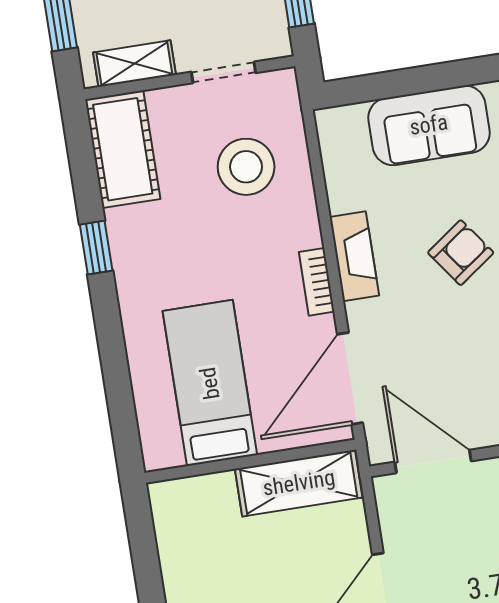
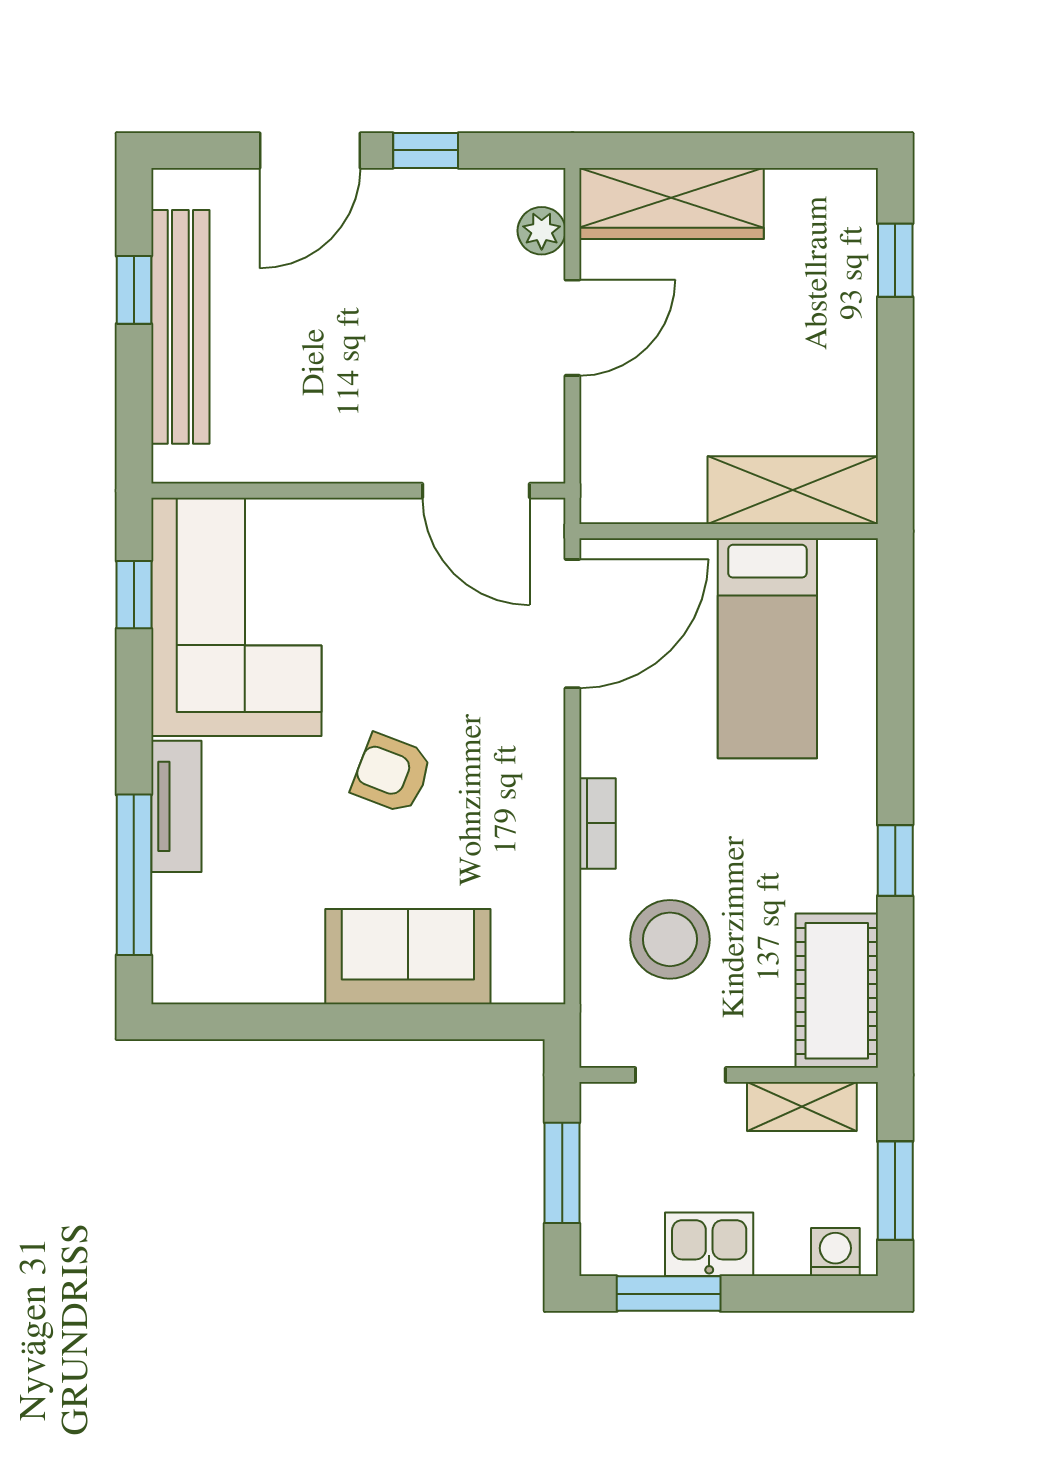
armchair: (461, 253) -> (392, 774), turned 57
fireplace: (354, 256) -> (540, 792), removed
bookcase: (317, 282) -> (597, 823), moved
shelving: (299, 483) -> (793, 490), moved

